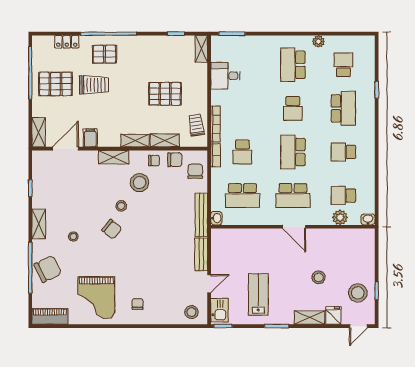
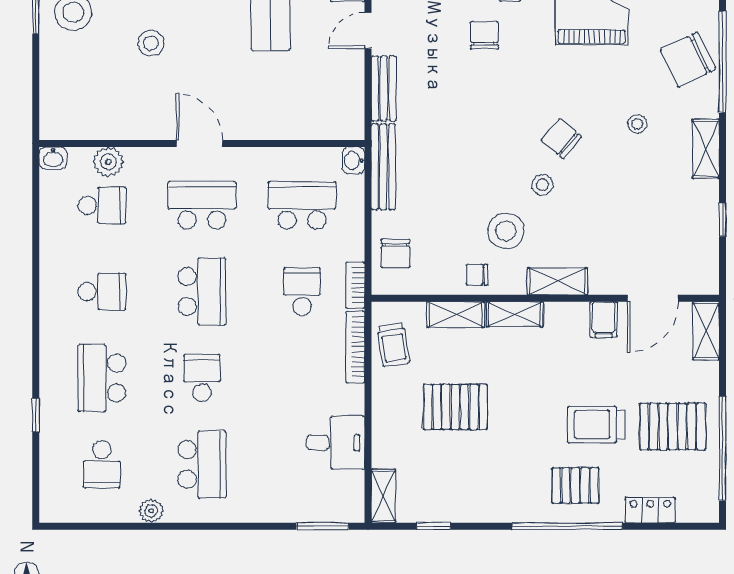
chair: (175, 160) -> (484, 35), moved, turned 90

